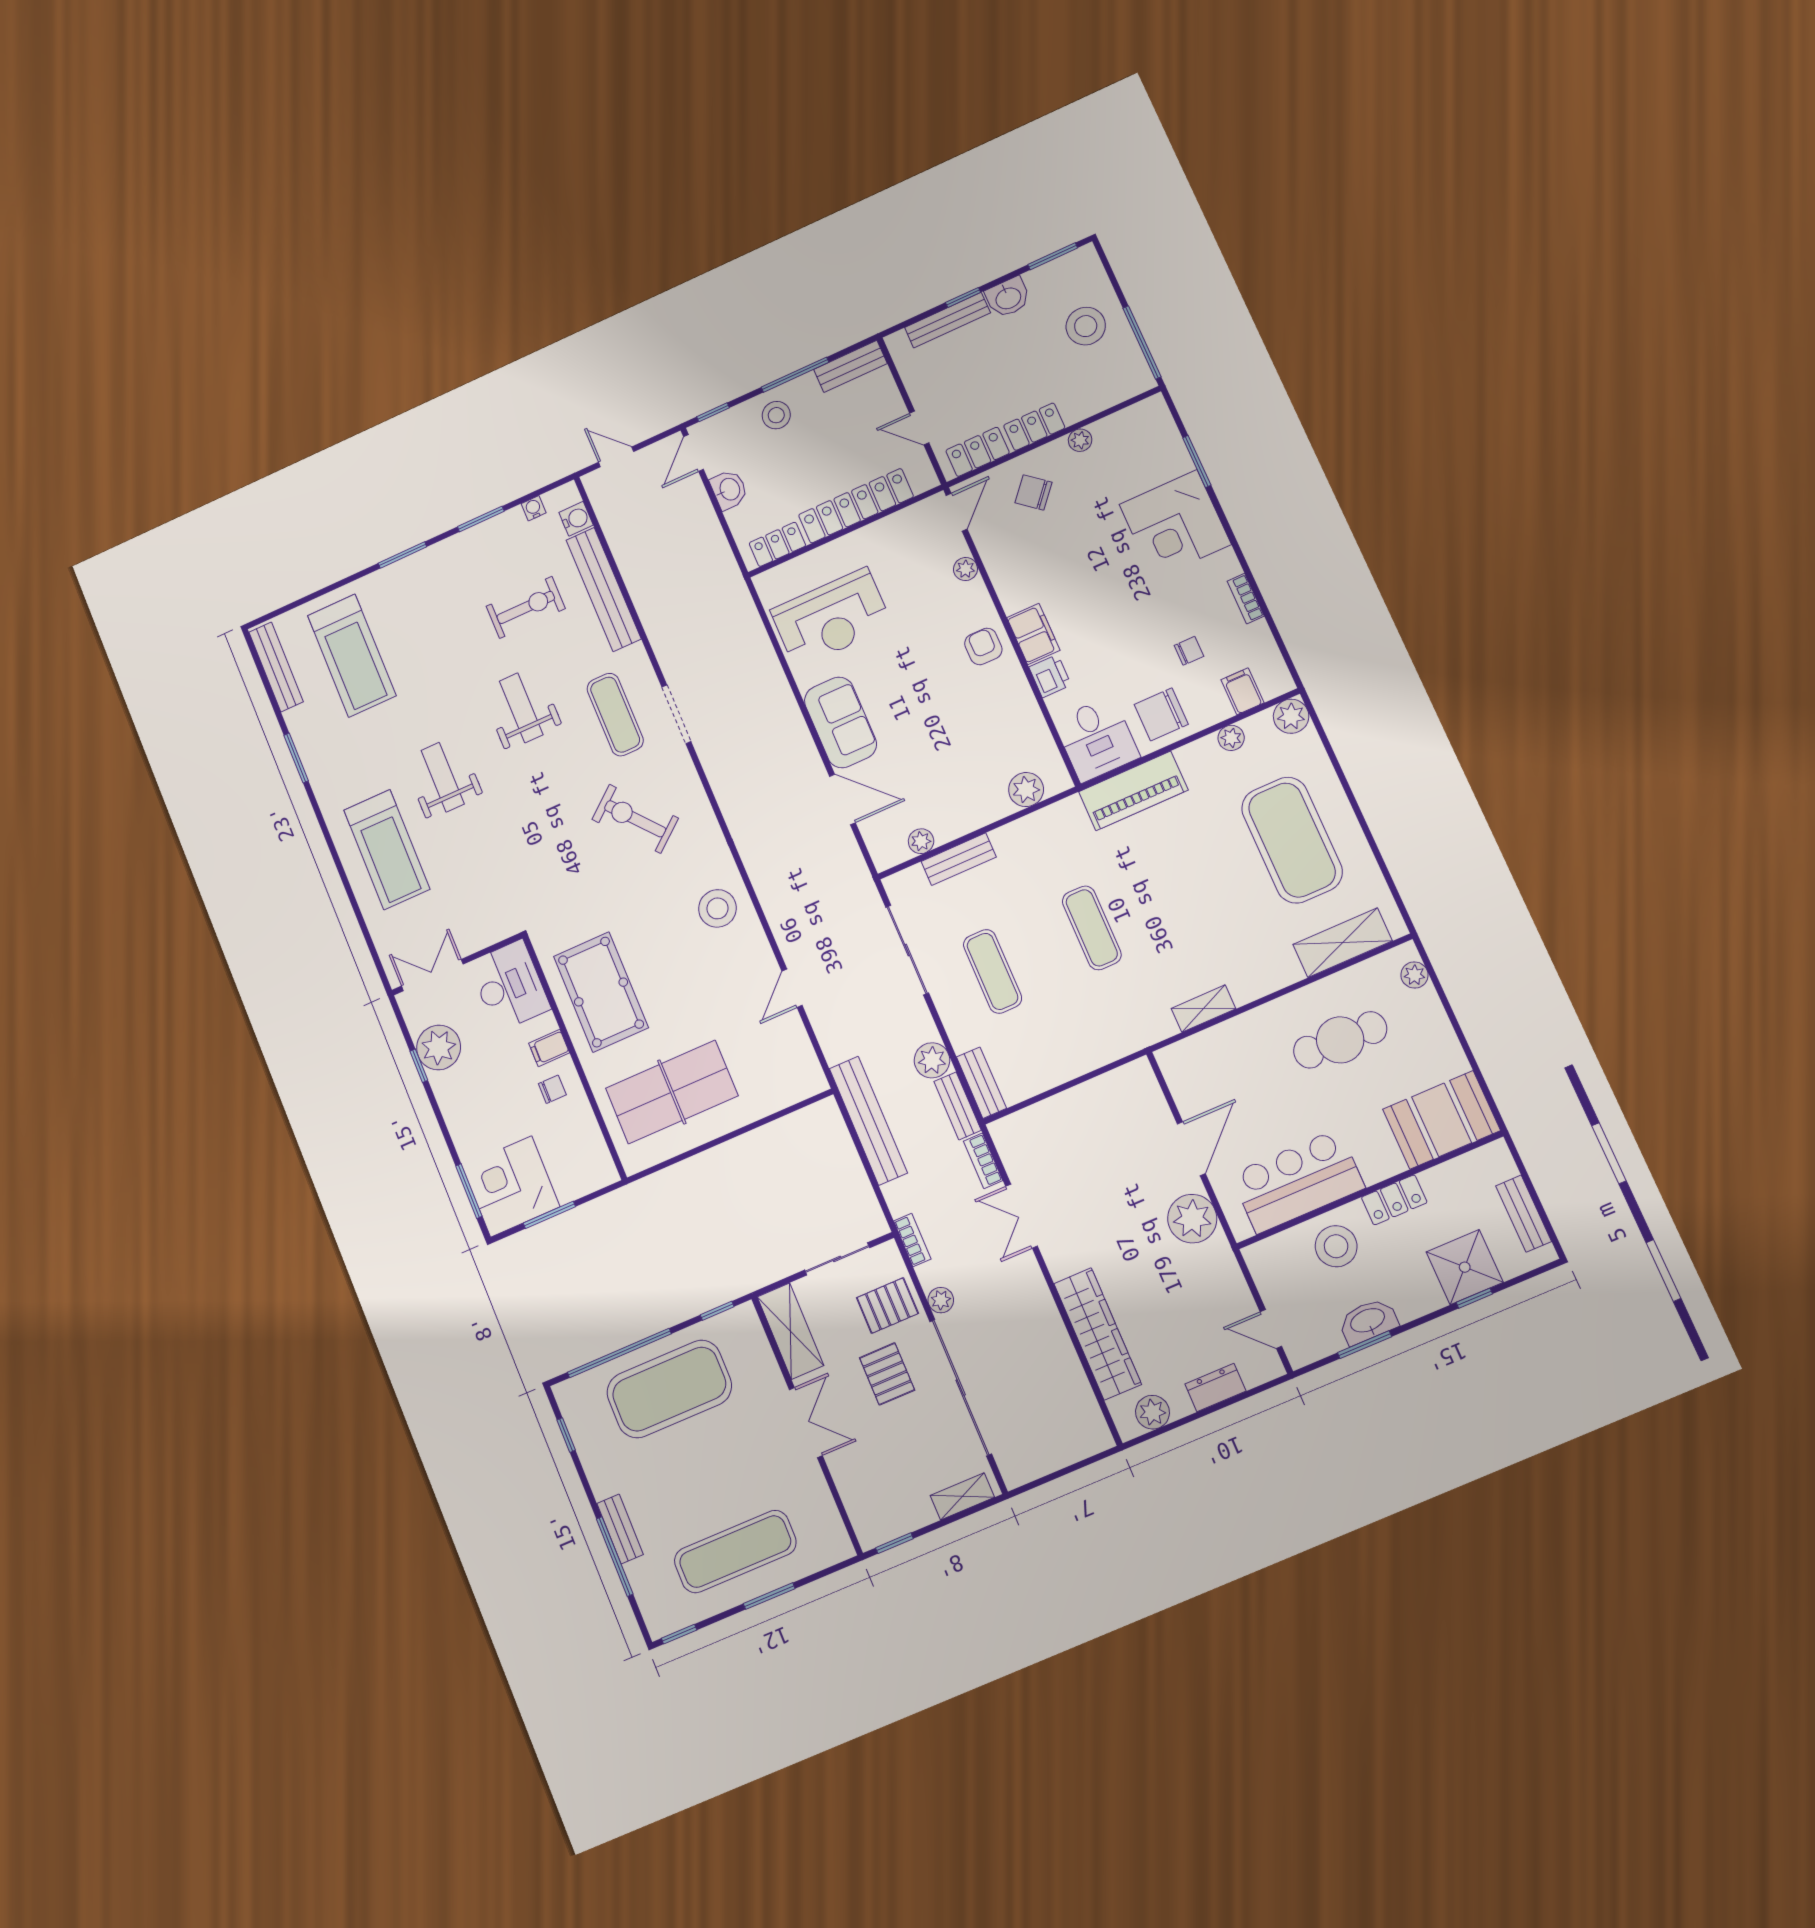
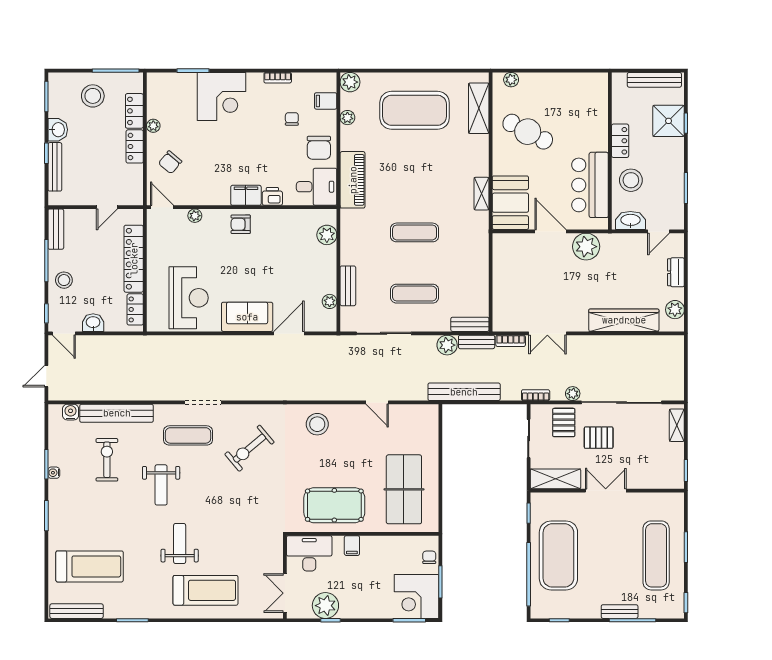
locker: (978, 452) -> (134, 111), moved
water cooler: (534, 508) -> (54, 473), moved
weight bench: (521, 708) -> (161, 485), turned -90
weight bench: (443, 777) -> (180, 543), turned 90
cafe table: (1340, 1040) -> (528, 132), turned -64
chair: (552, 1089) -> (429, 557), moved
booth: (1442, 1120) -> (510, 203), moved
bench: (1524, 1214) -> (654, 80), width x1.36
washbasin: (1368, 1321) -> (630, 220), moved, turned 90

